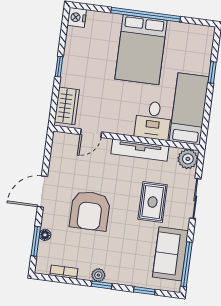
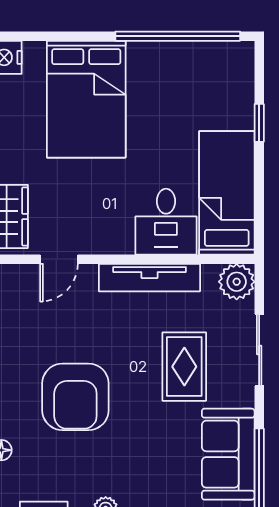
window: (146, 15) -> (178, 36), moved
bed: (141, 50) -> (86, 99), moved

